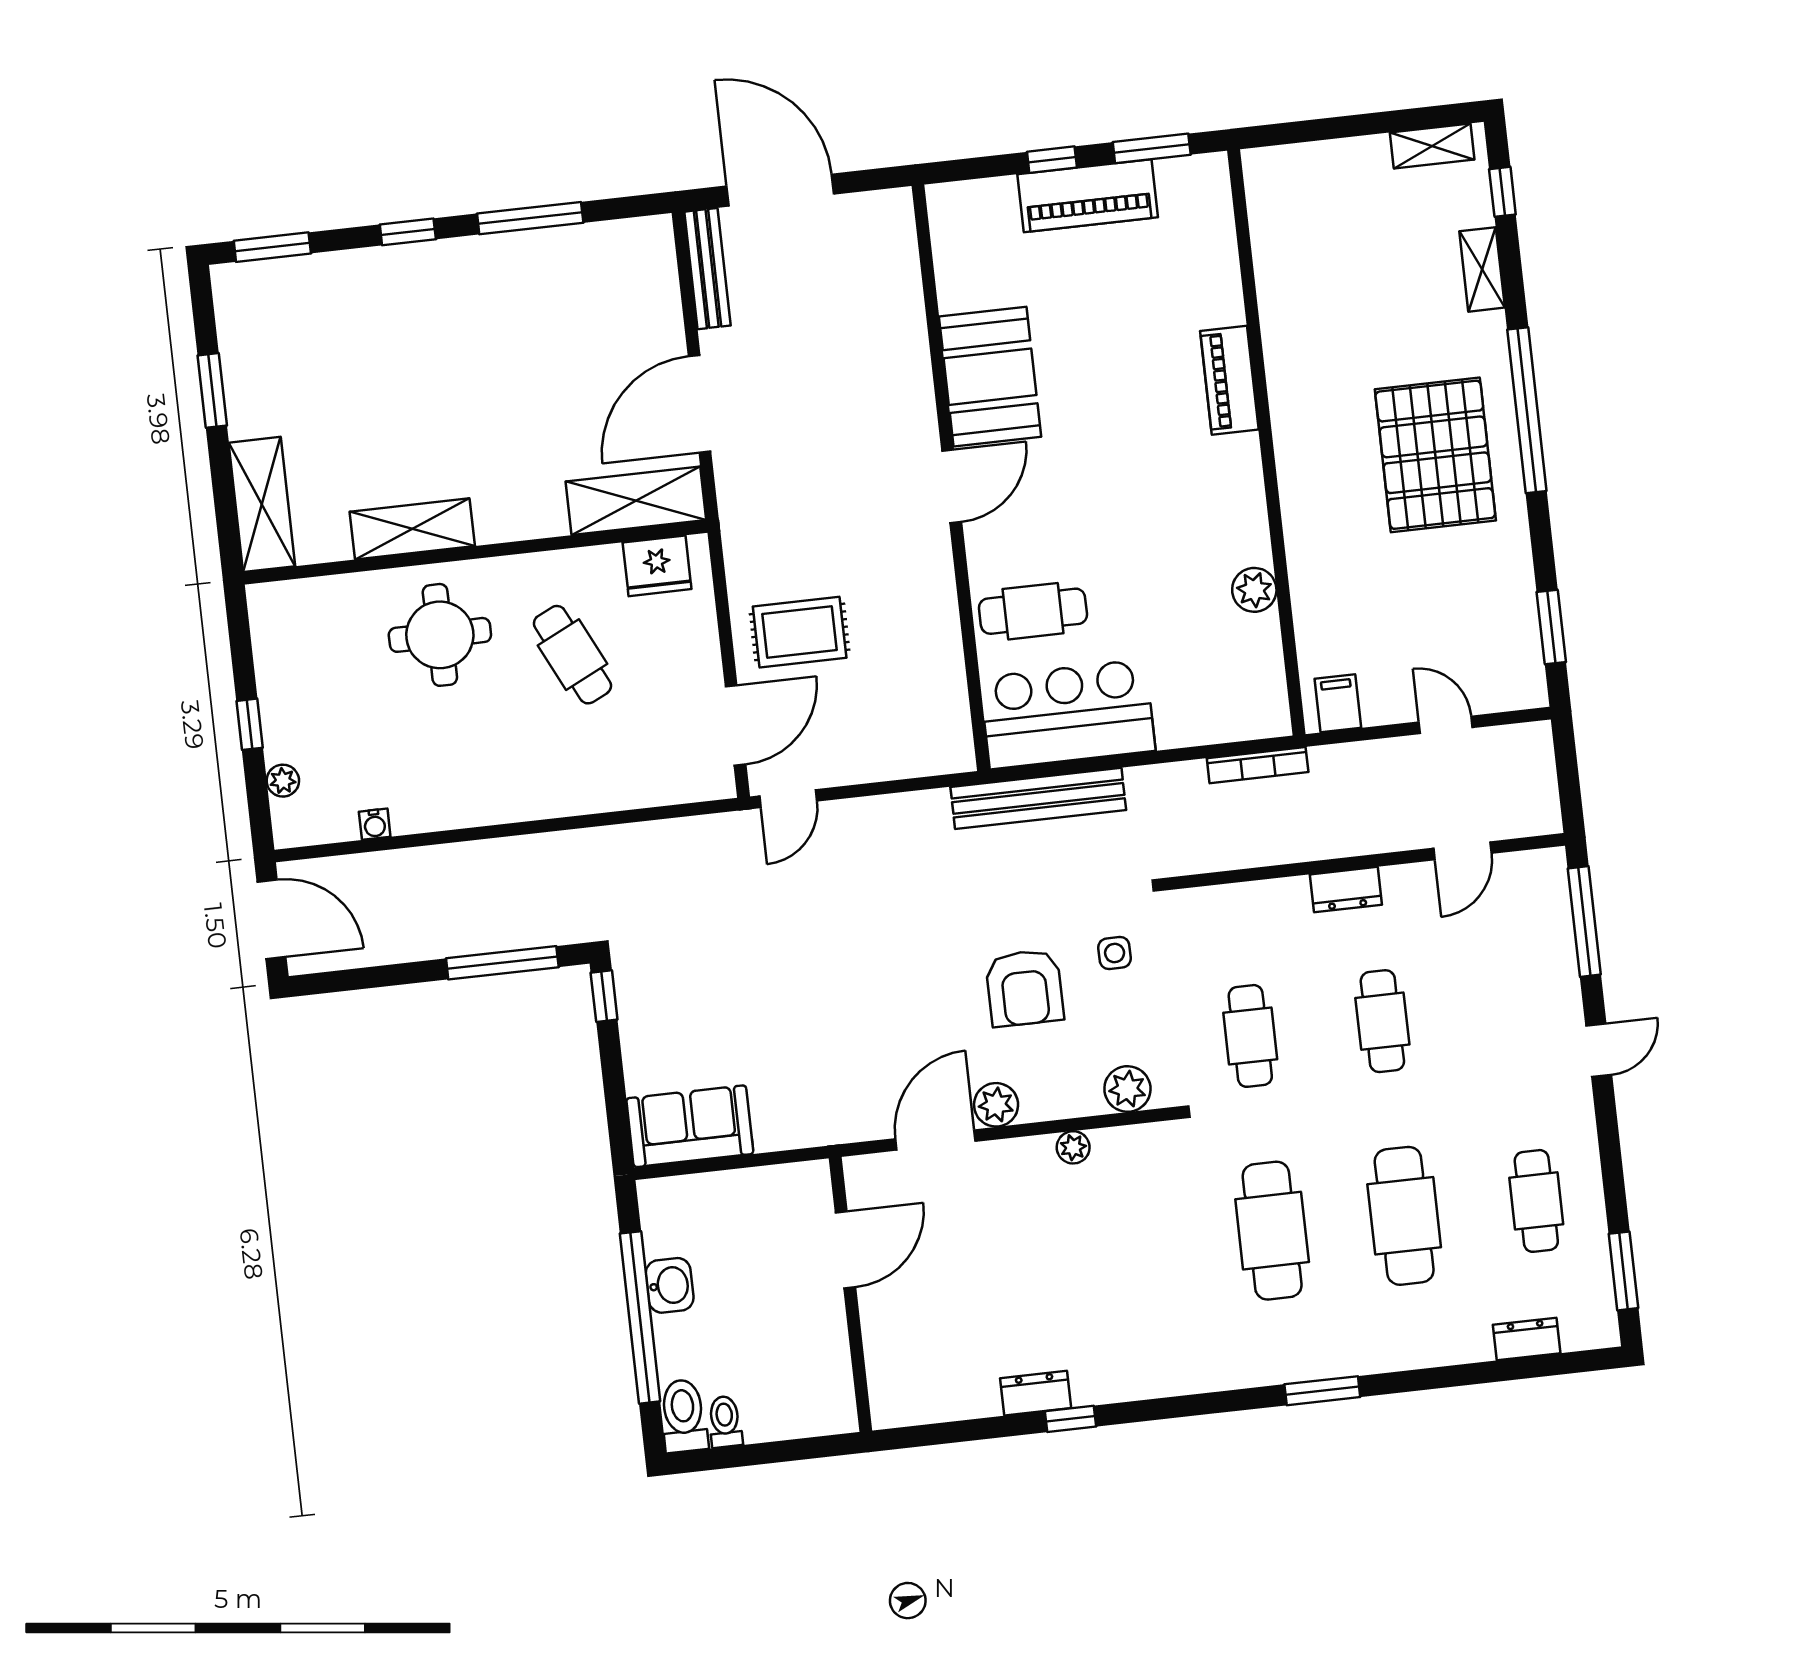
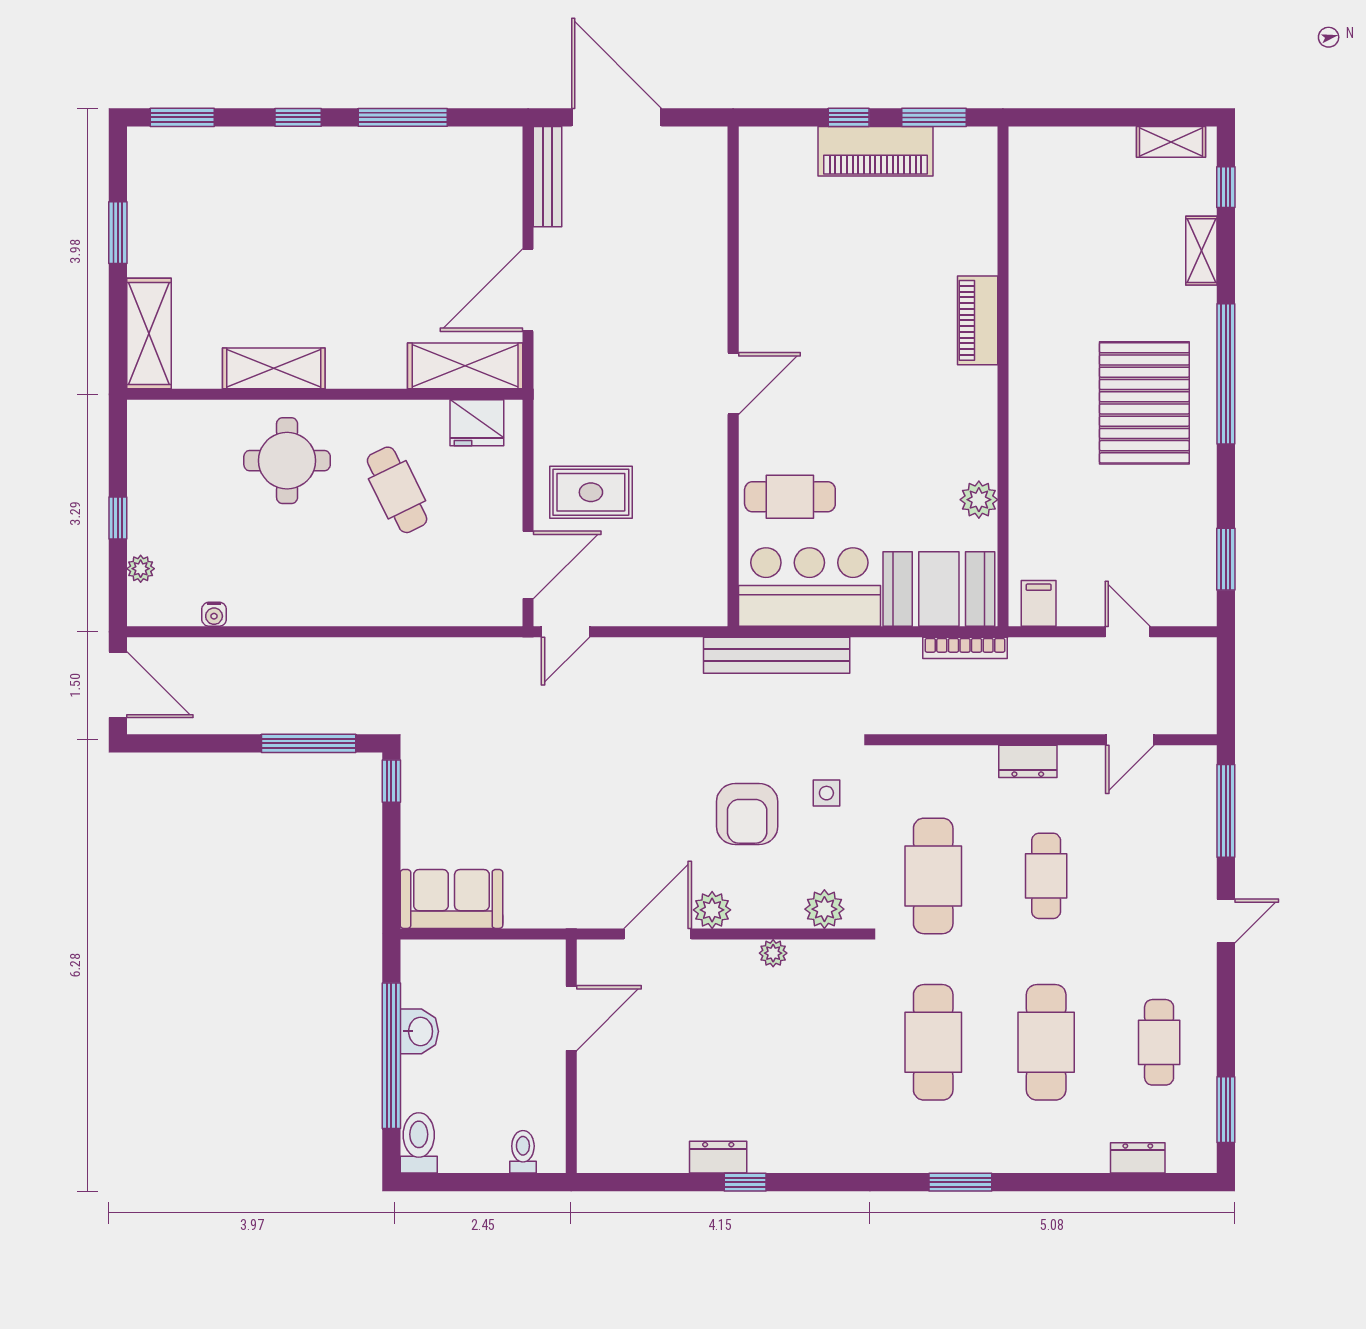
booth: (990, 377) -> (939, 589), moved, turned 90
cafe table: (1250, 1036) -> (933, 876), width x1.37, depth x1.35
toilet: (725, 1422) -> (523, 1152), moved

